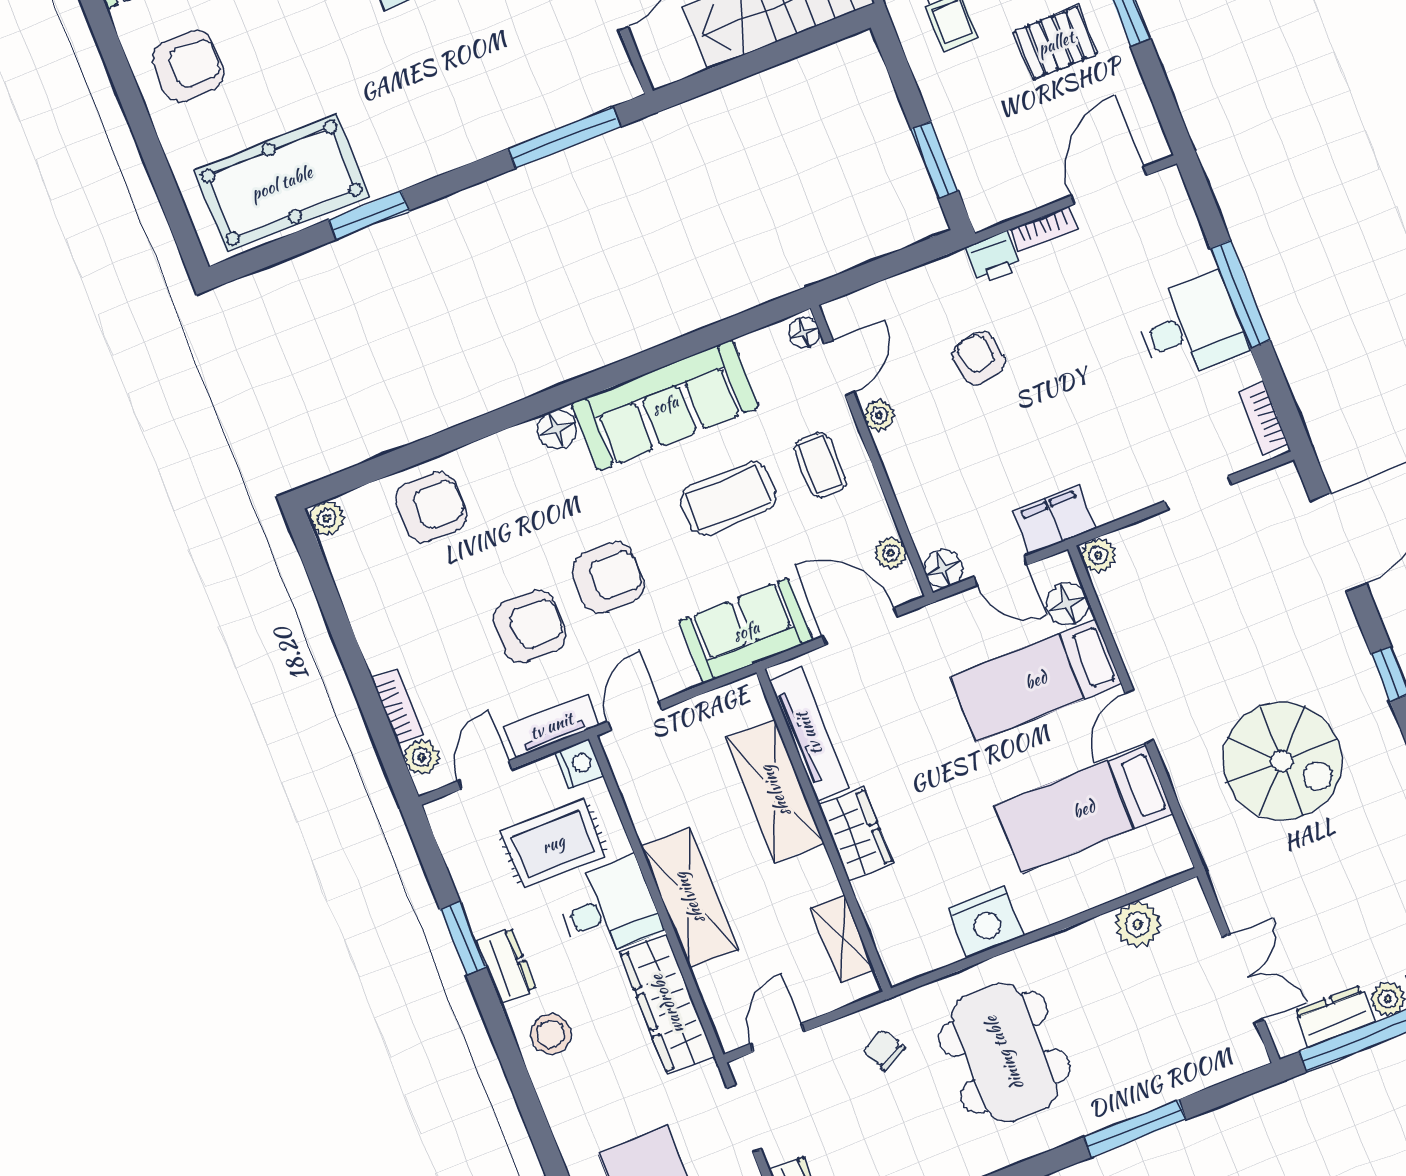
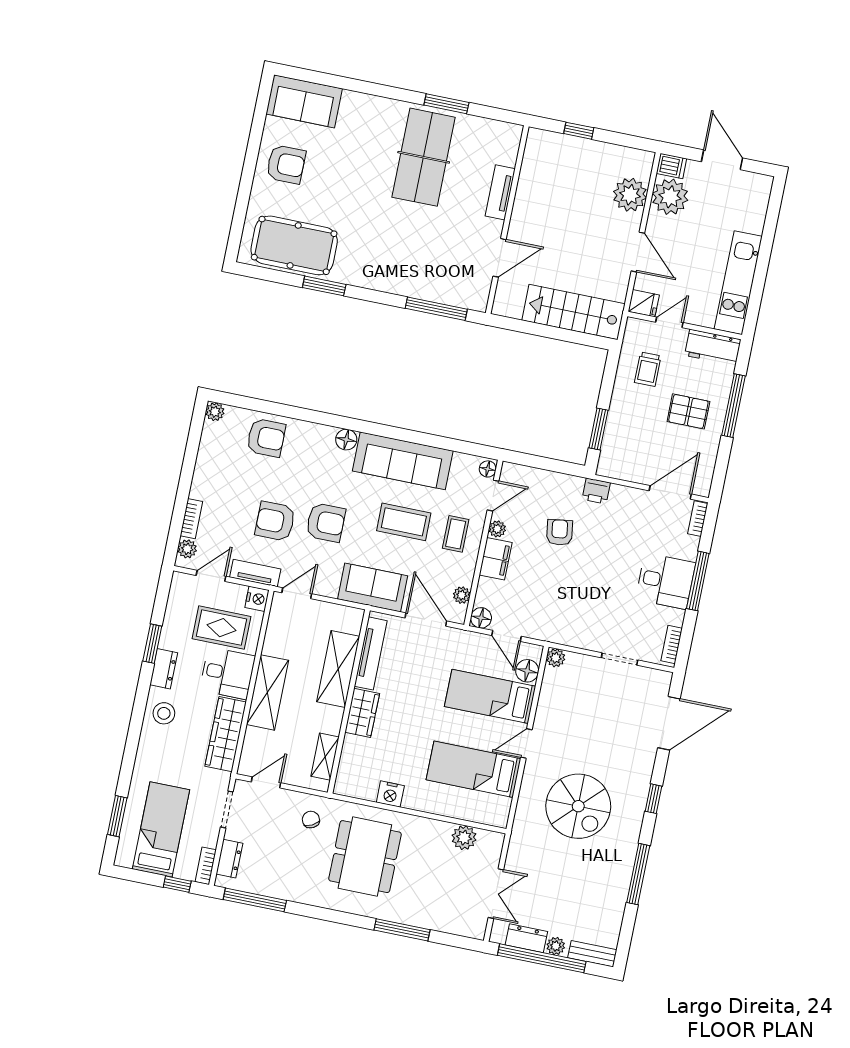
bookcase: (1043, 229) -> (698, 519), moved, turned 90
filing cabinet: (1054, 520) -> (496, 559), moved, turned 90
armchair: (529, 627) -> (275, 521), turned 180
nightstand: (986, 922) -> (390, 794), width x0.74, depth x0.75

